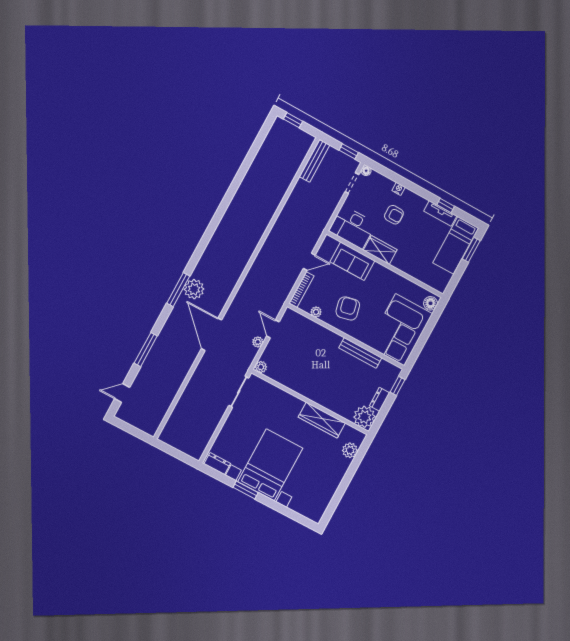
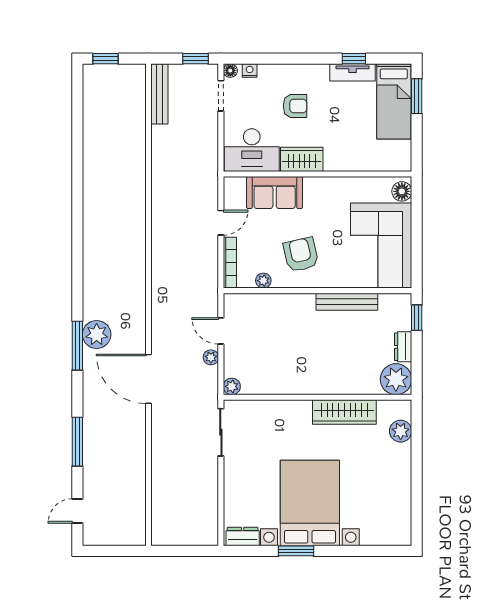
nightstand: (399, 189) -> (250, 71), moved

